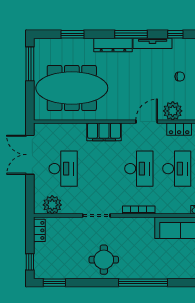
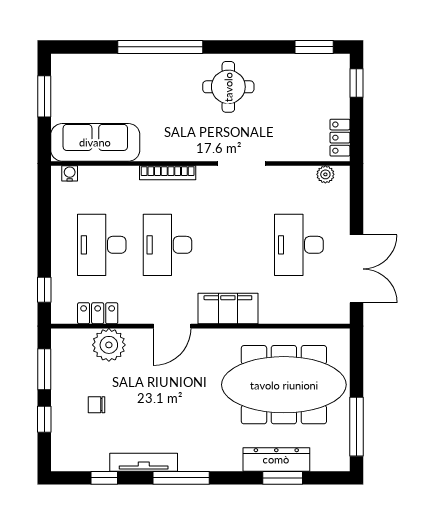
dresser: (113, 45) -> (276, 459), moved
door: (147, 122) -> (172, 326), moved
plant: (52, 205) -> (325, 174), width x0.53, depth x0.53

